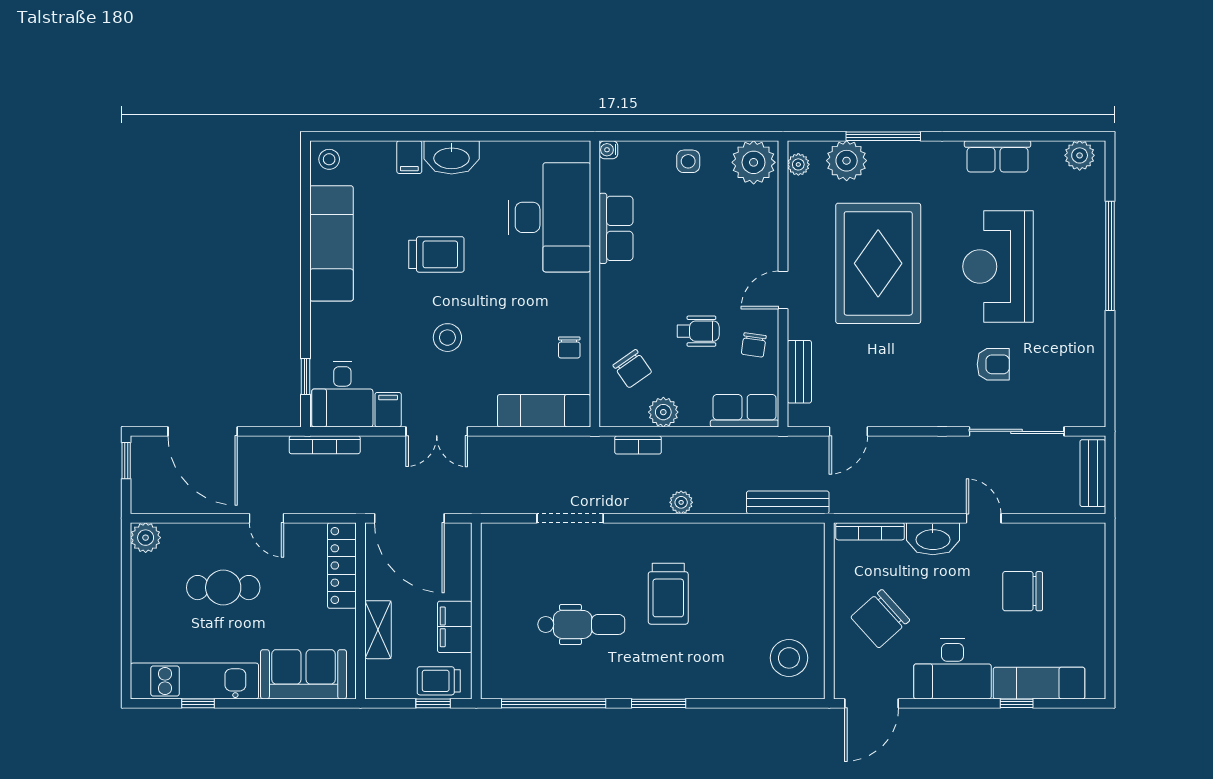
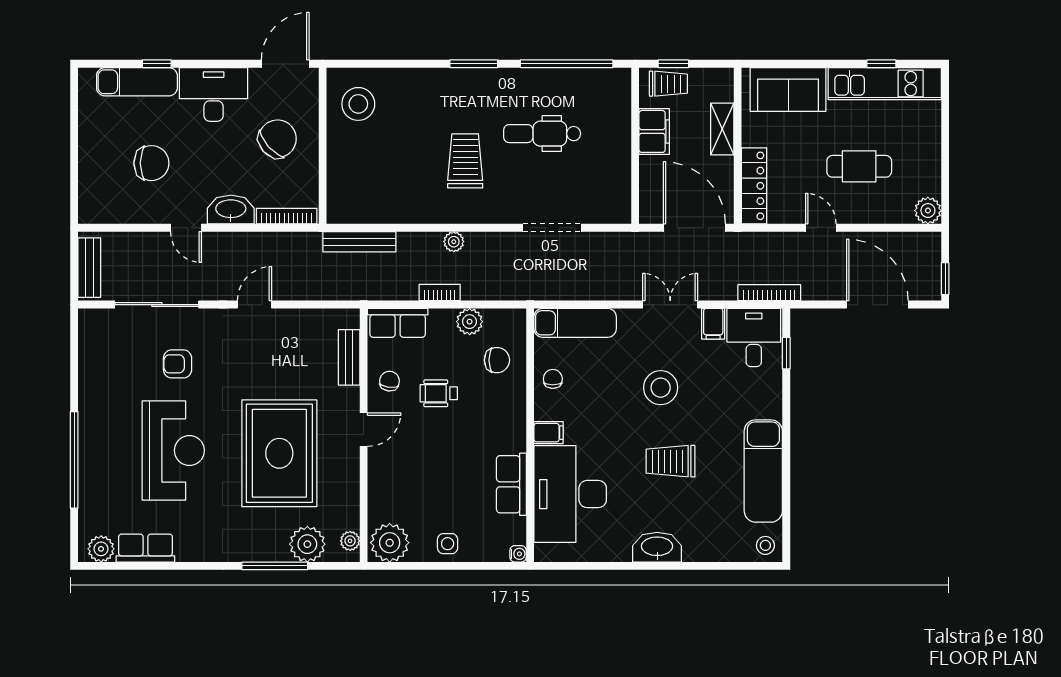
row of seats: (998, 156) -> (145, 548), moved
filing cabinet: (409, 157) -> (549, 433), moved, turned 90
stool: (447, 338) -> (661, 388), width x1.38, depth x1.38
chair: (632, 369) -> (497, 360), turned 125
door: (848, 431) -> (254, 305), moved
bookcase: (638, 445) -> (440, 293), moved

